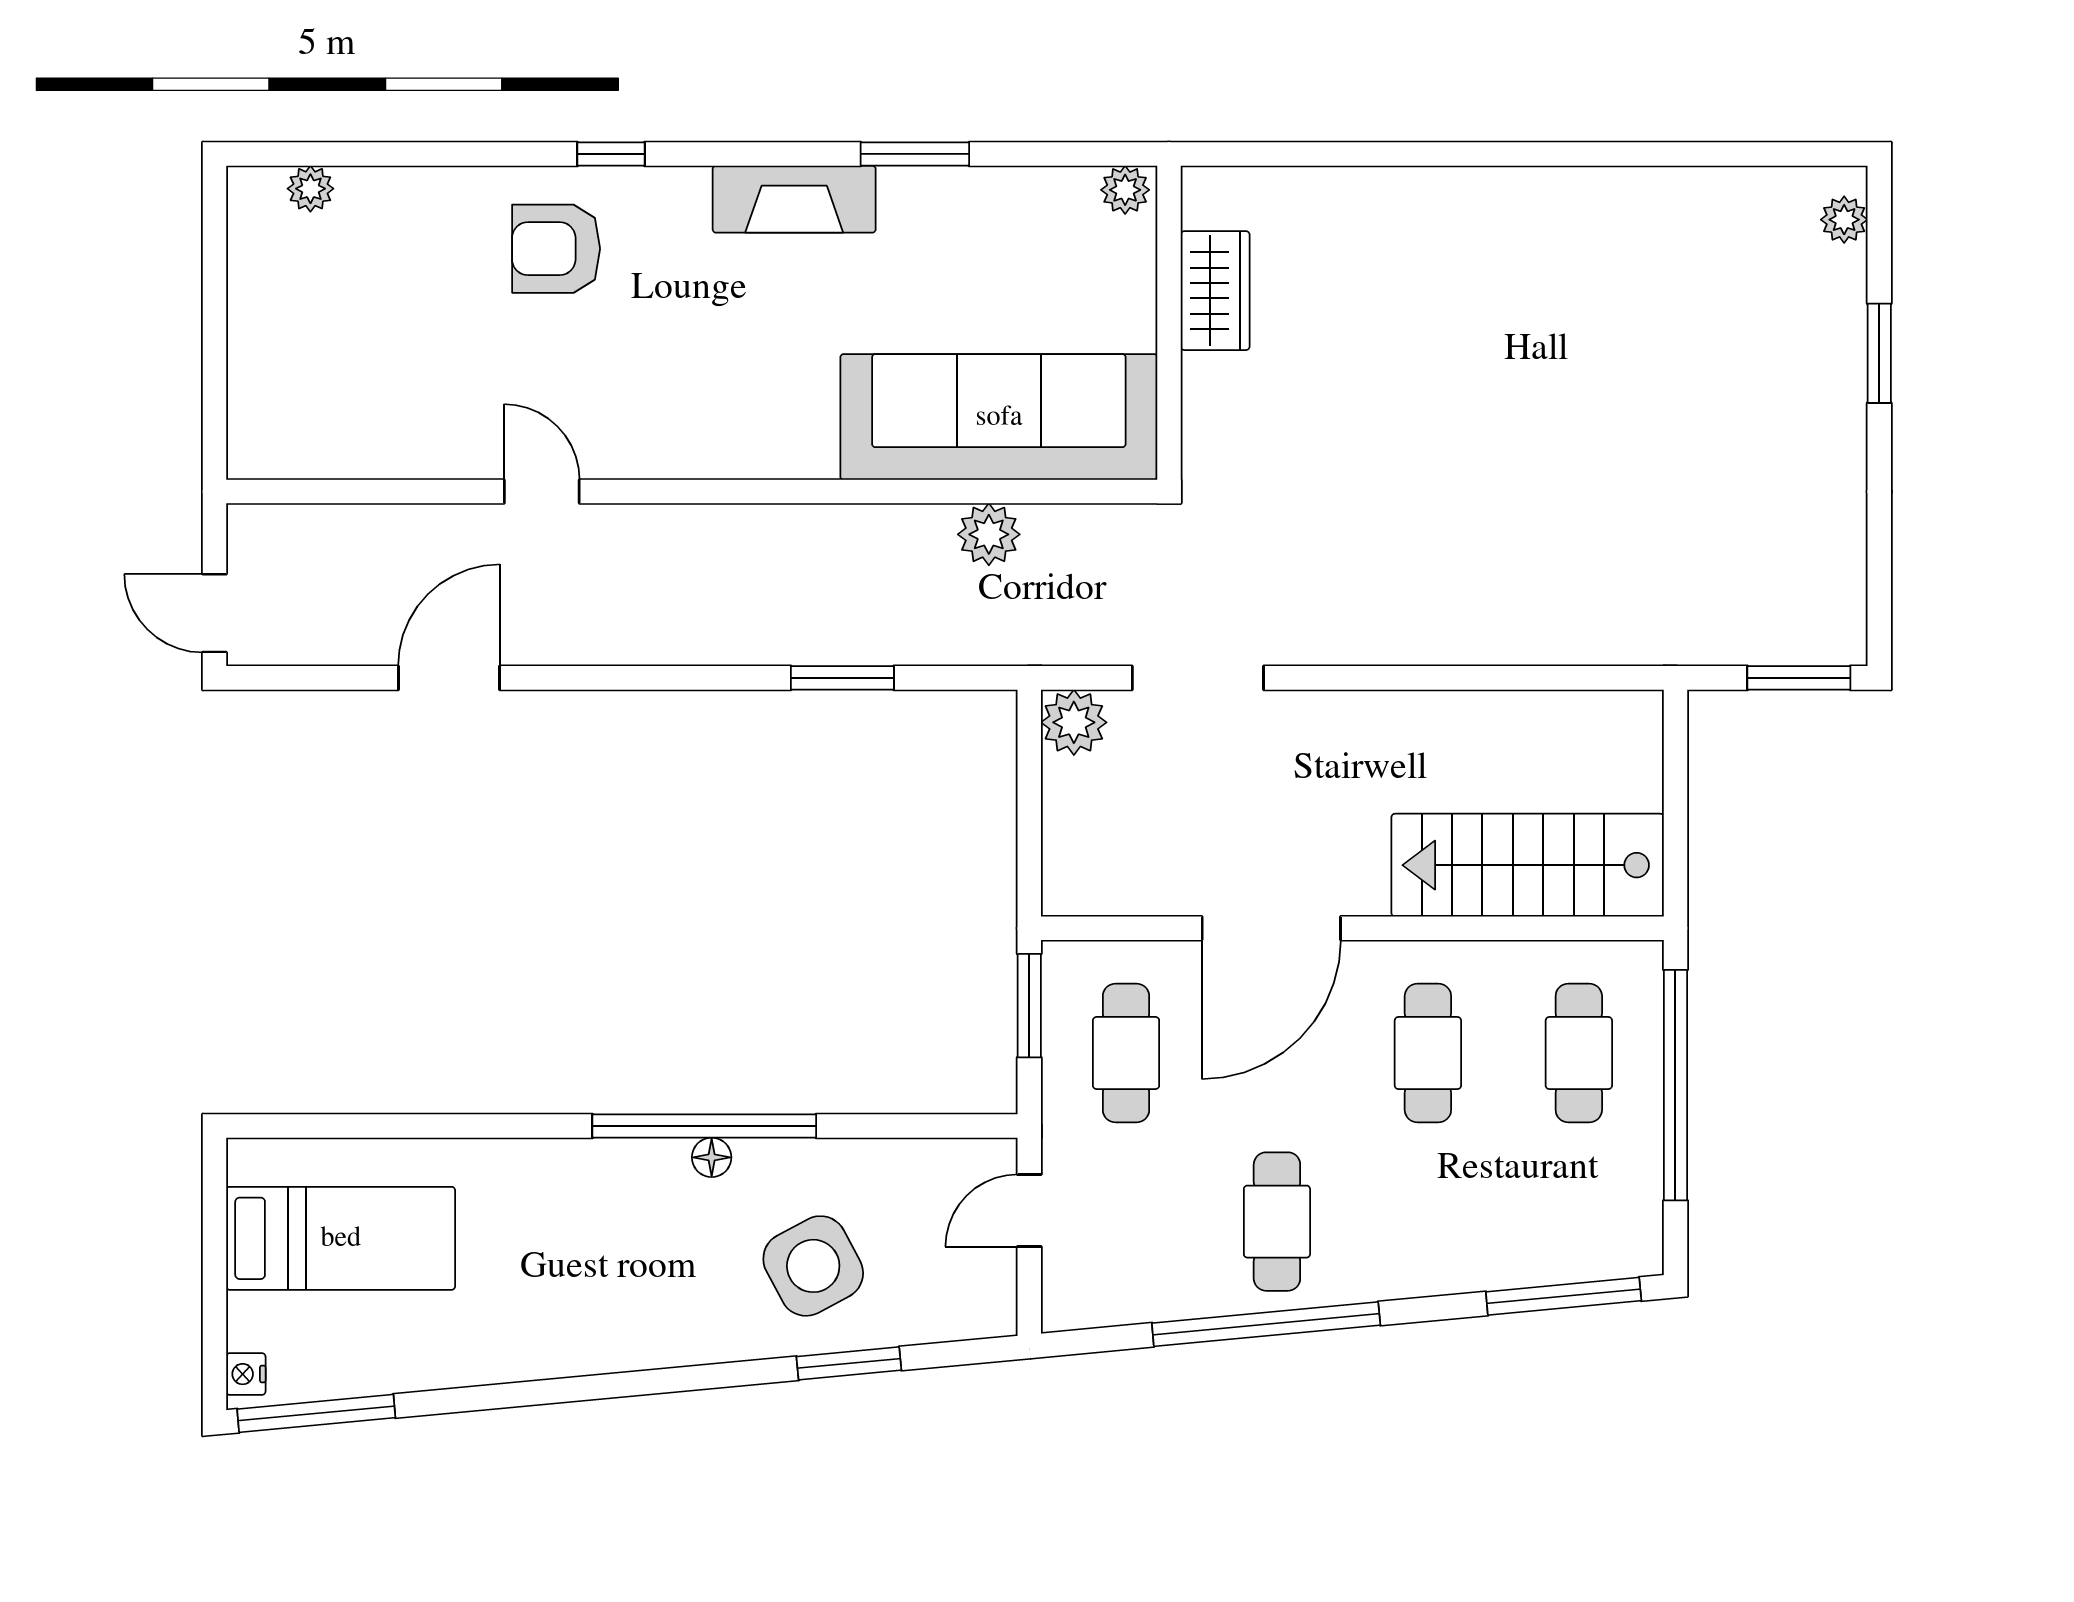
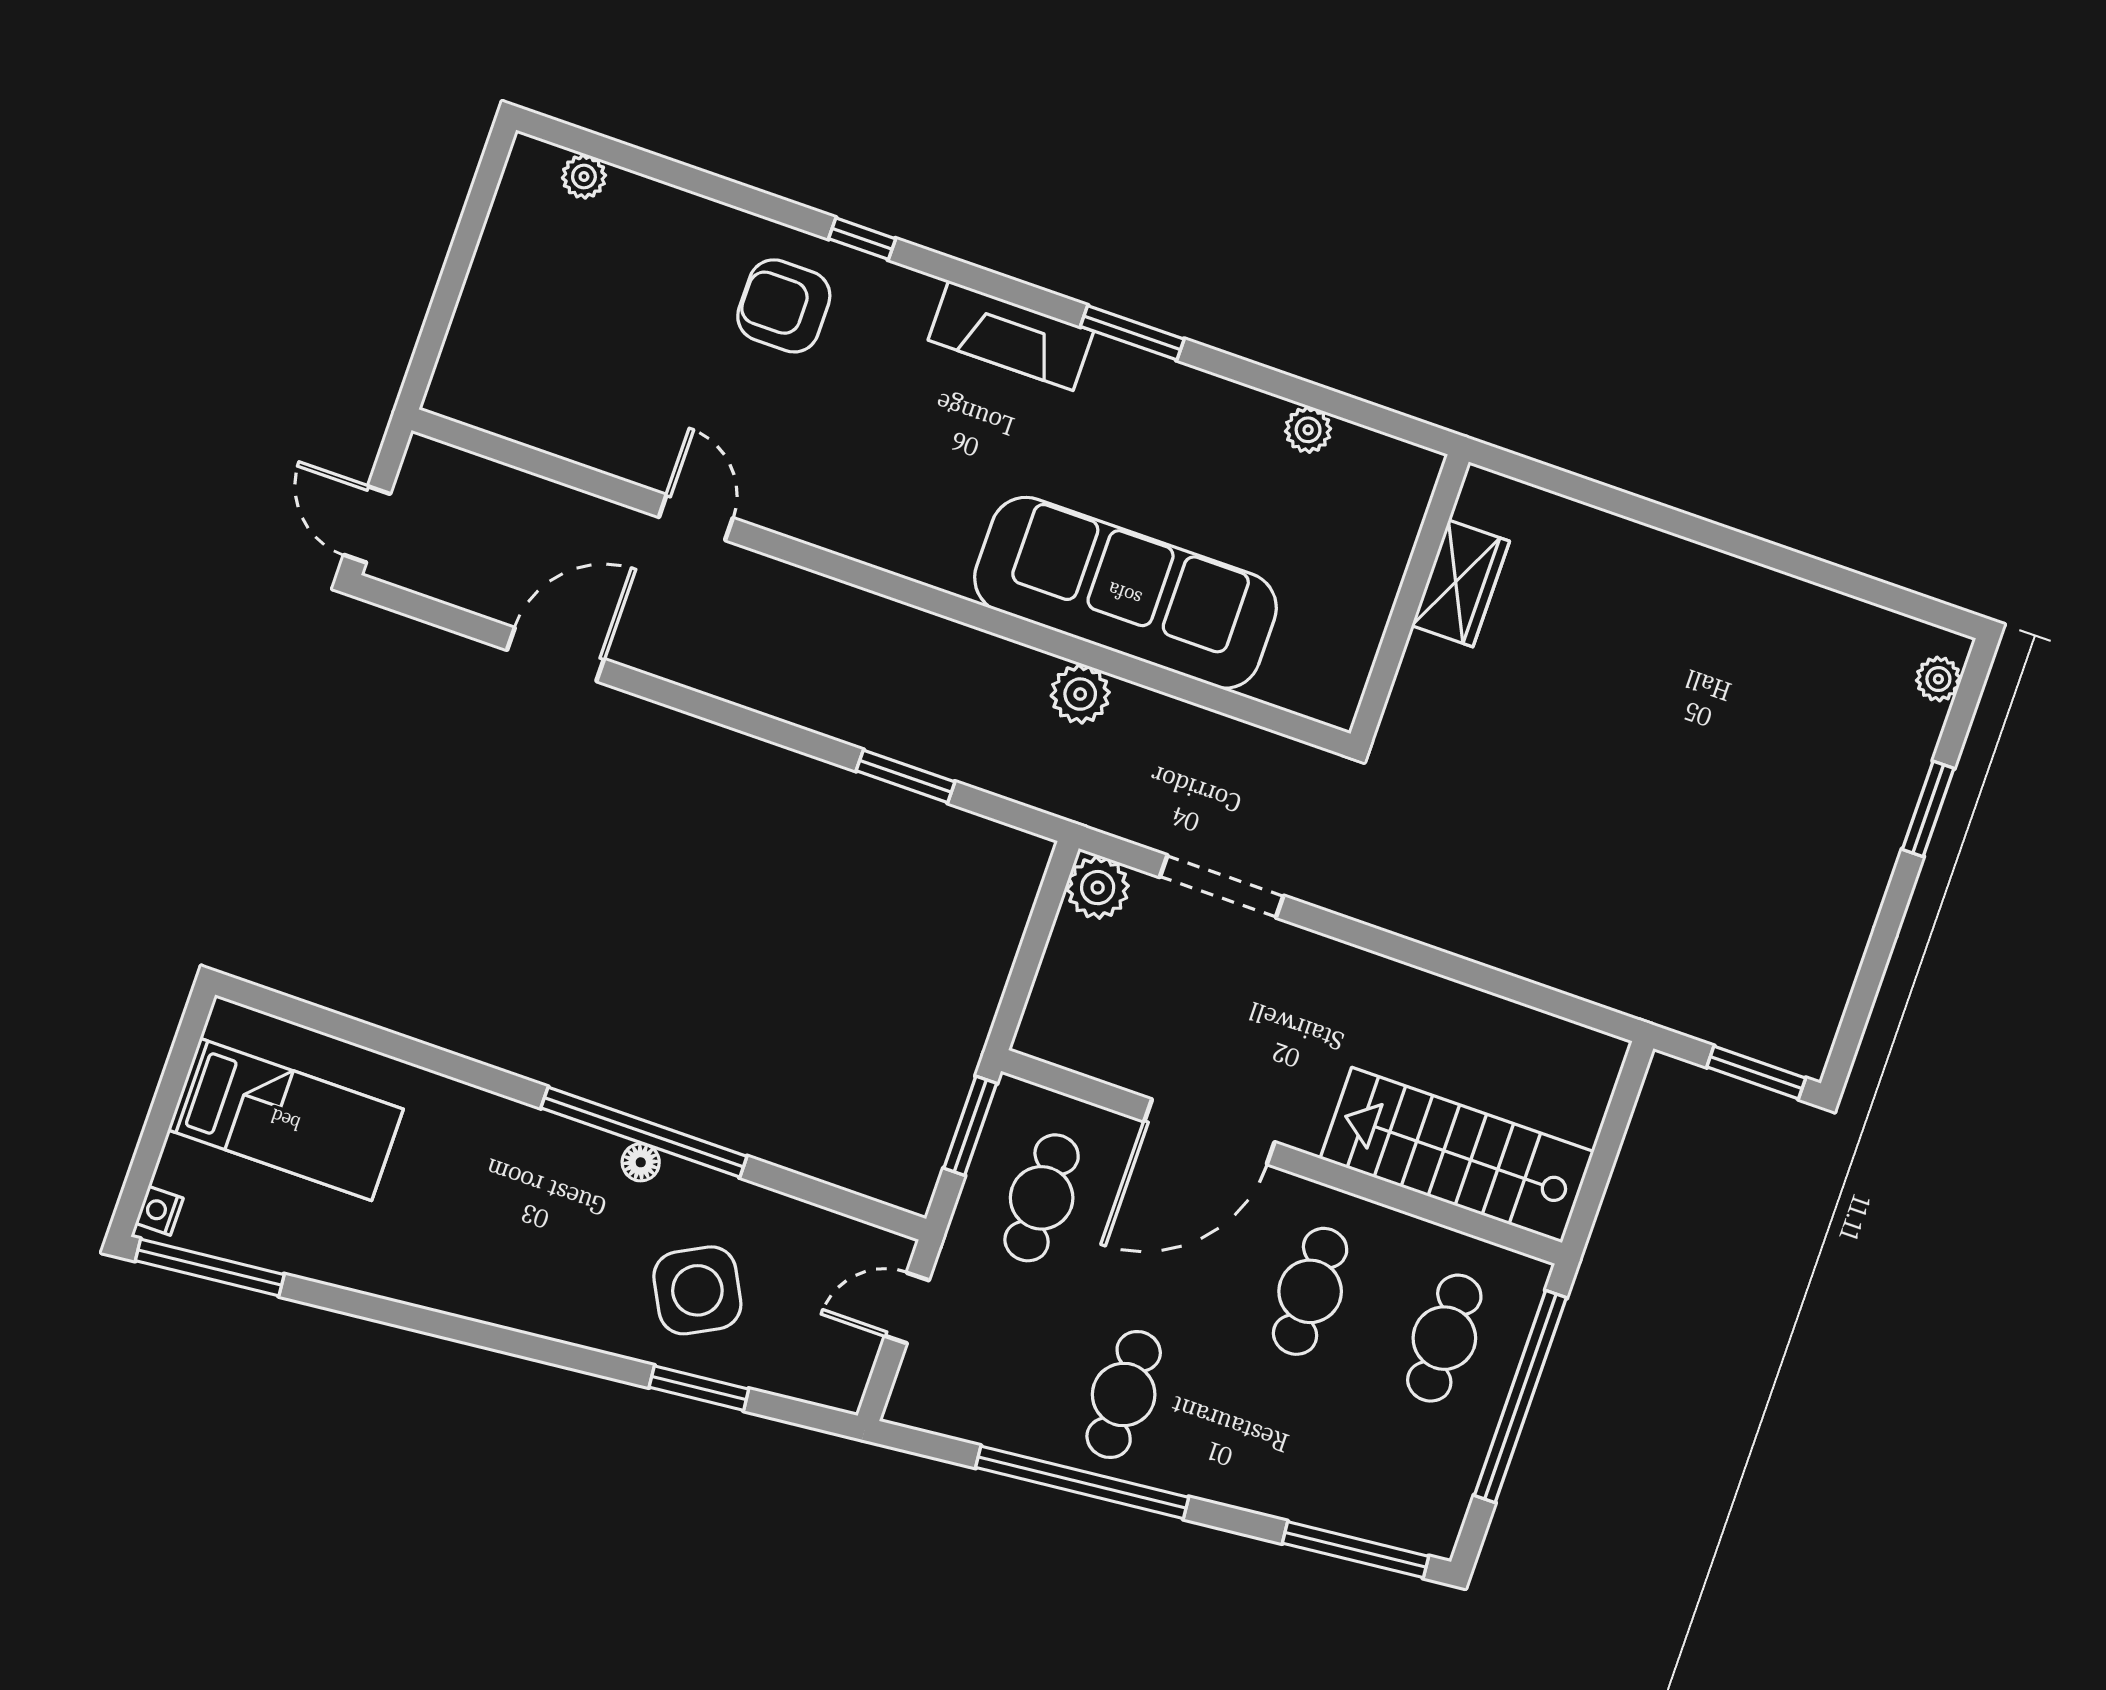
wardrobe: (1215, 291) -> (1461, 583), moved
wall: (1169, 323) -> (1410, 598), moved

